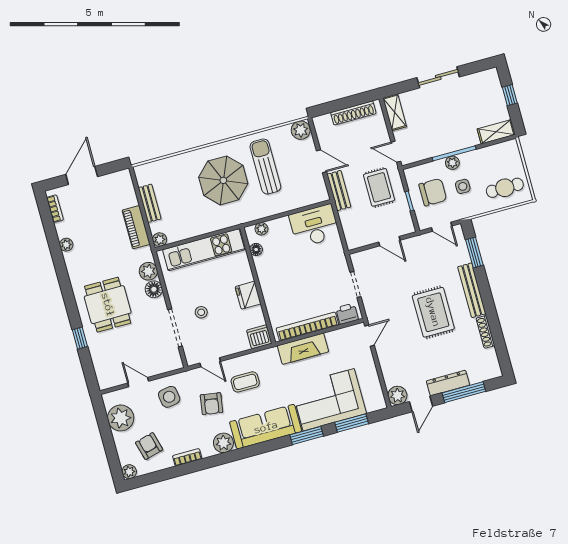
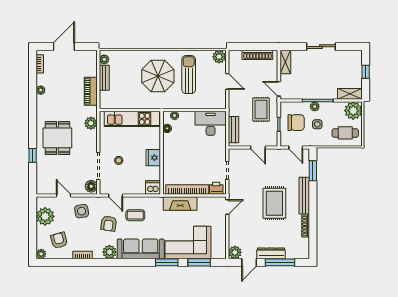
plant: (507, 154) -> (353, 111), added
bench: (339, 191) -> (234, 130), moved
plant: (160, 240) -> (104, 59), moved
floor lamp: (154, 289) -> (91, 186), moved

